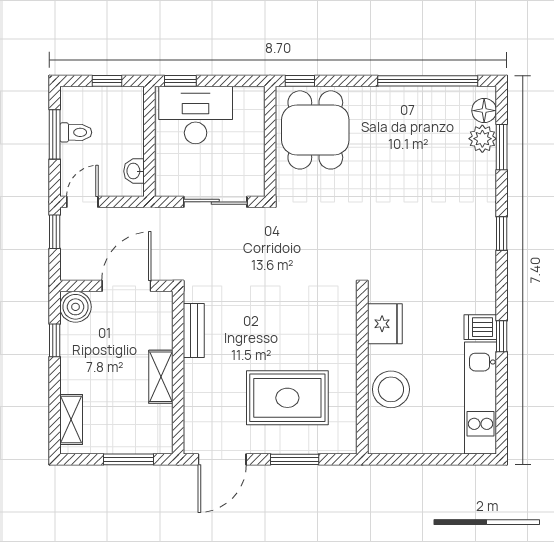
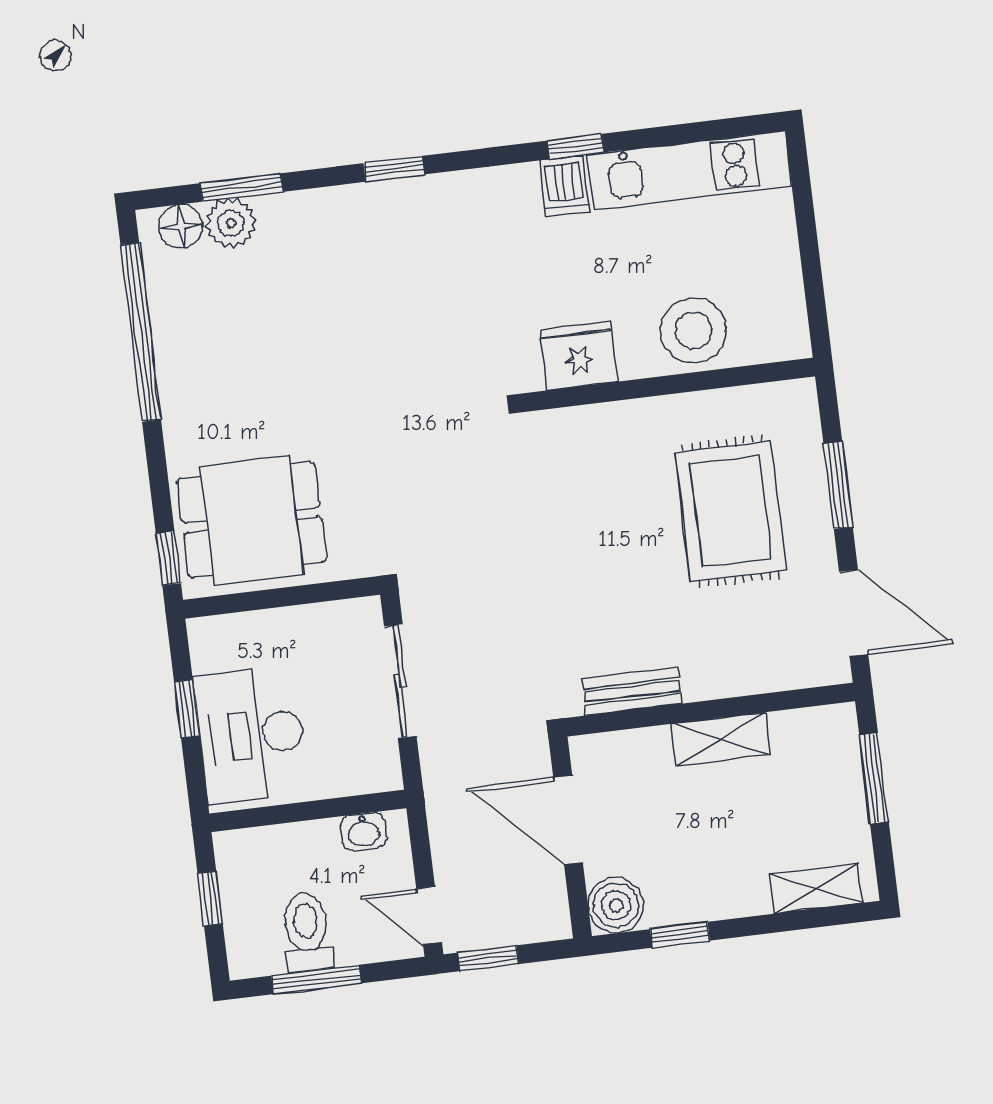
window: (180, 81) -> (187, 709), moved
toilet: (76, 132) -> (307, 932), width x1.37, depth x1.39

